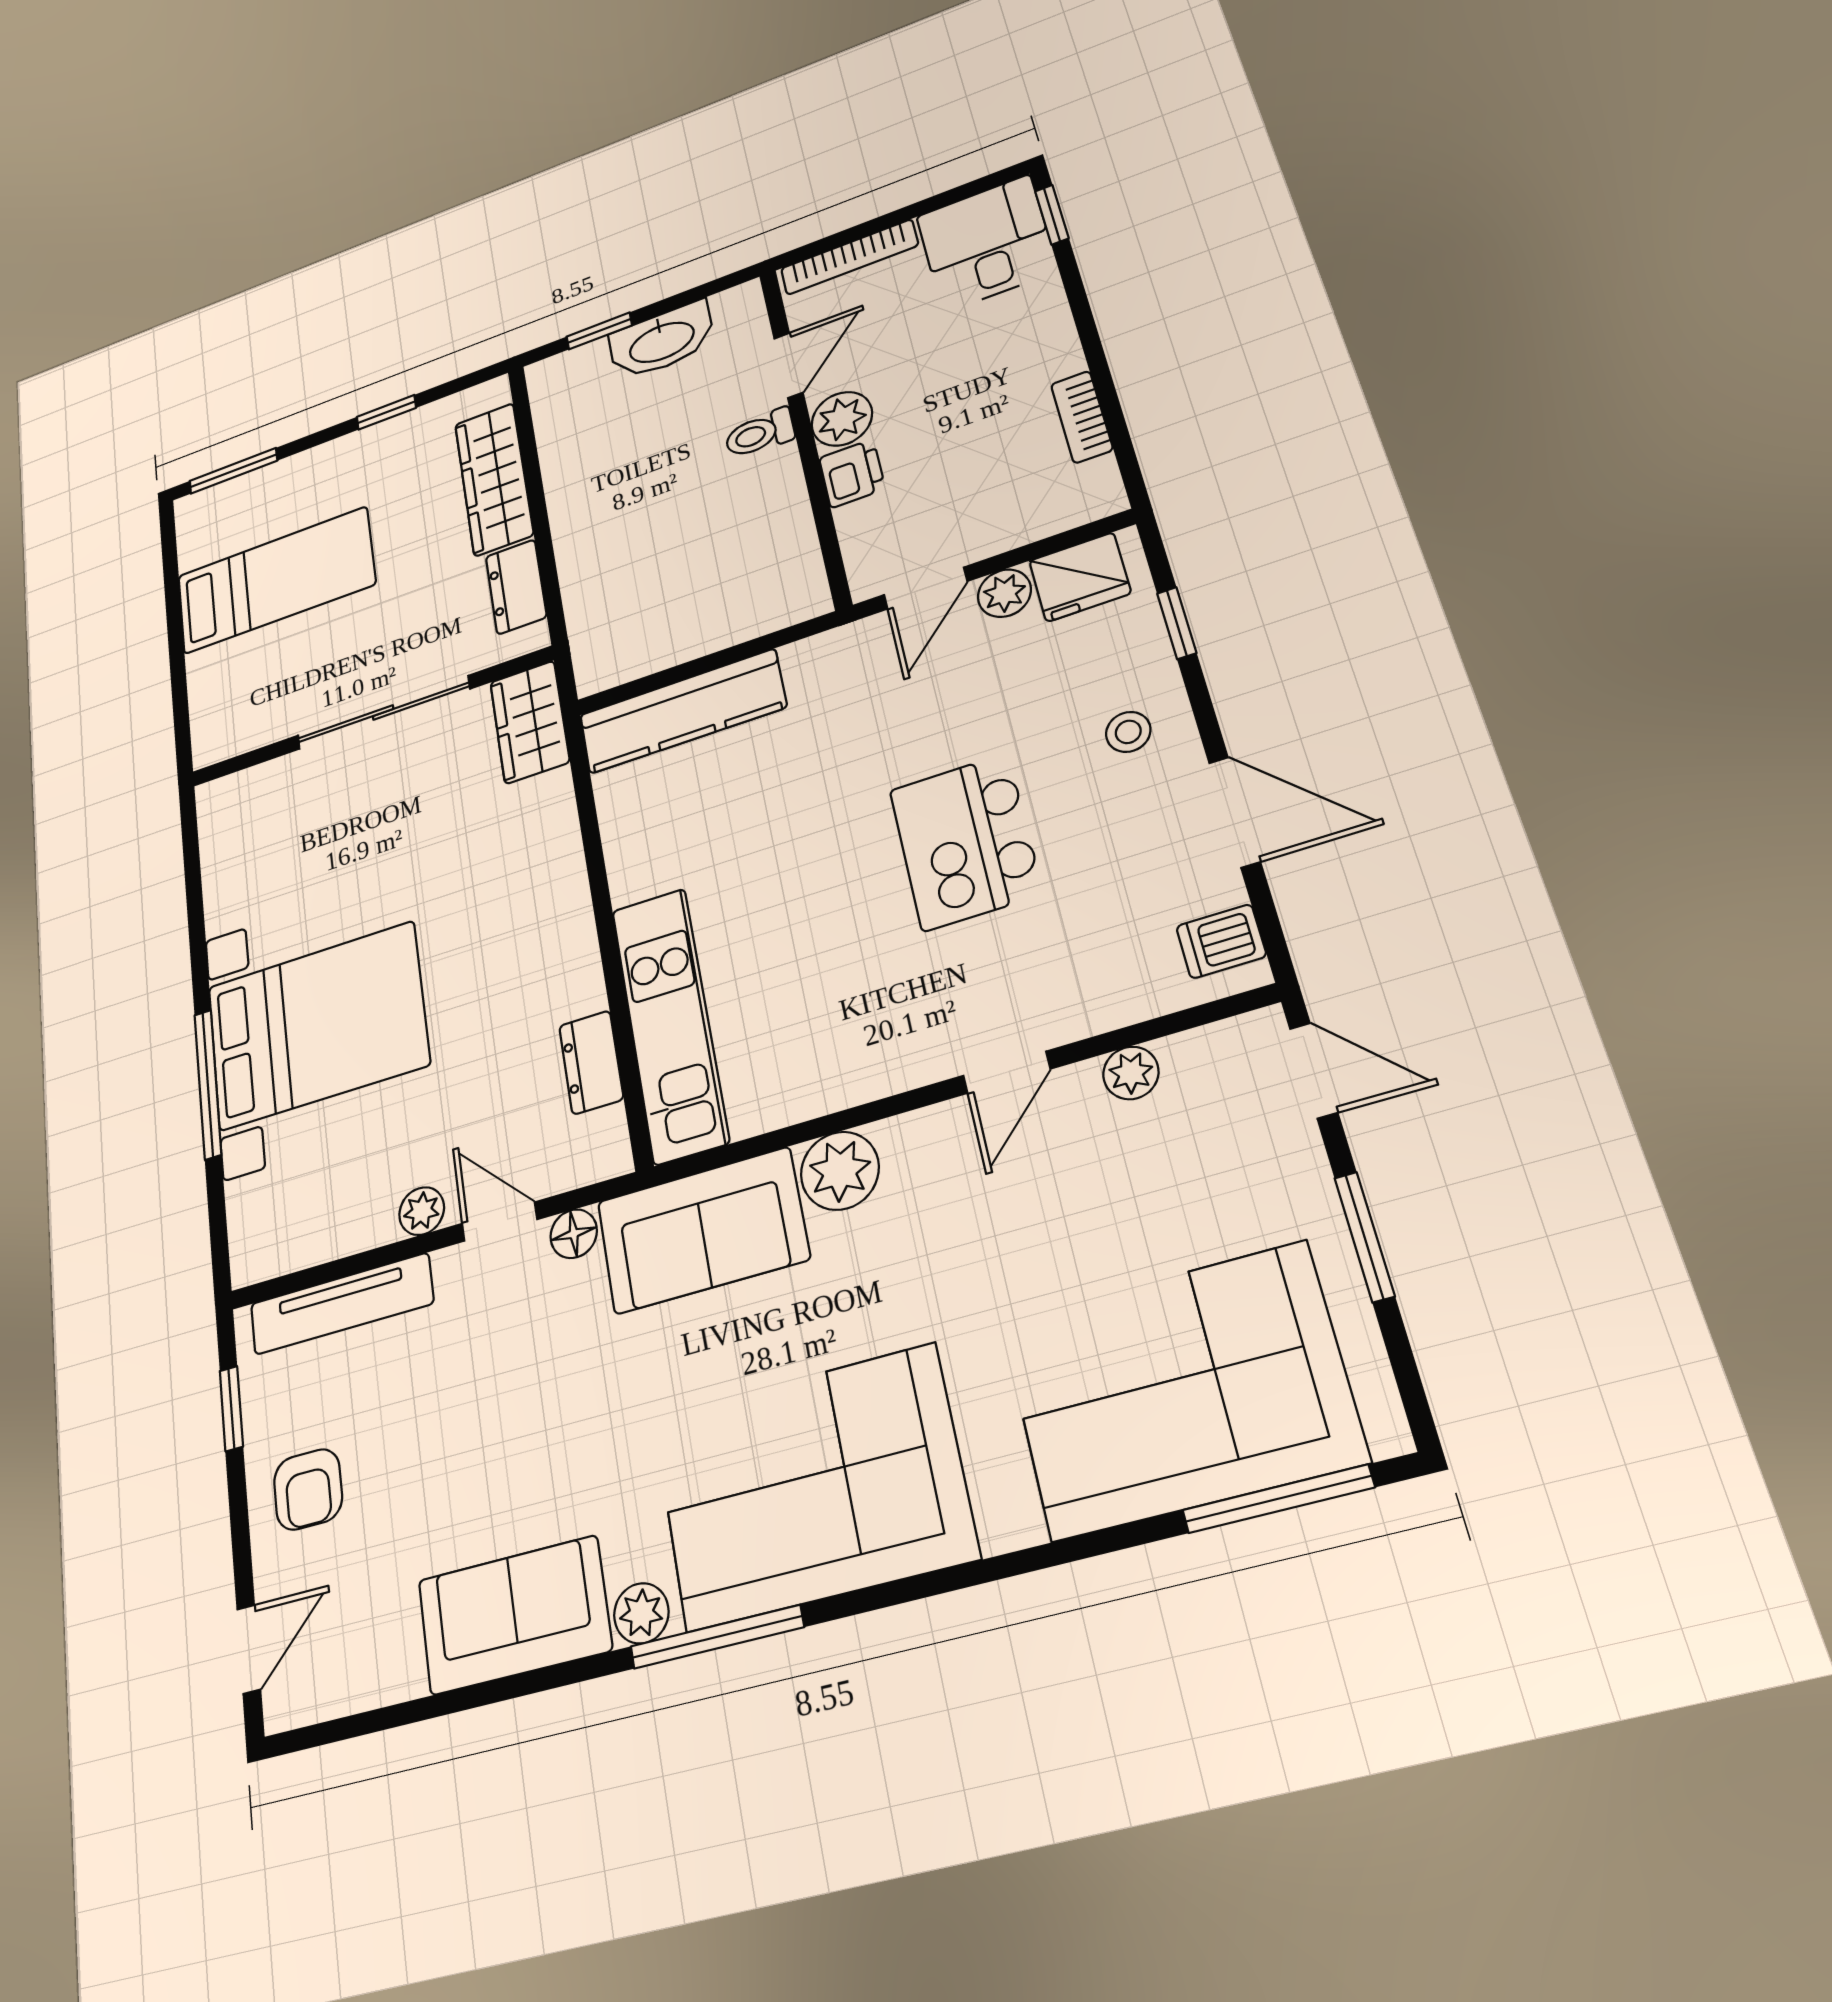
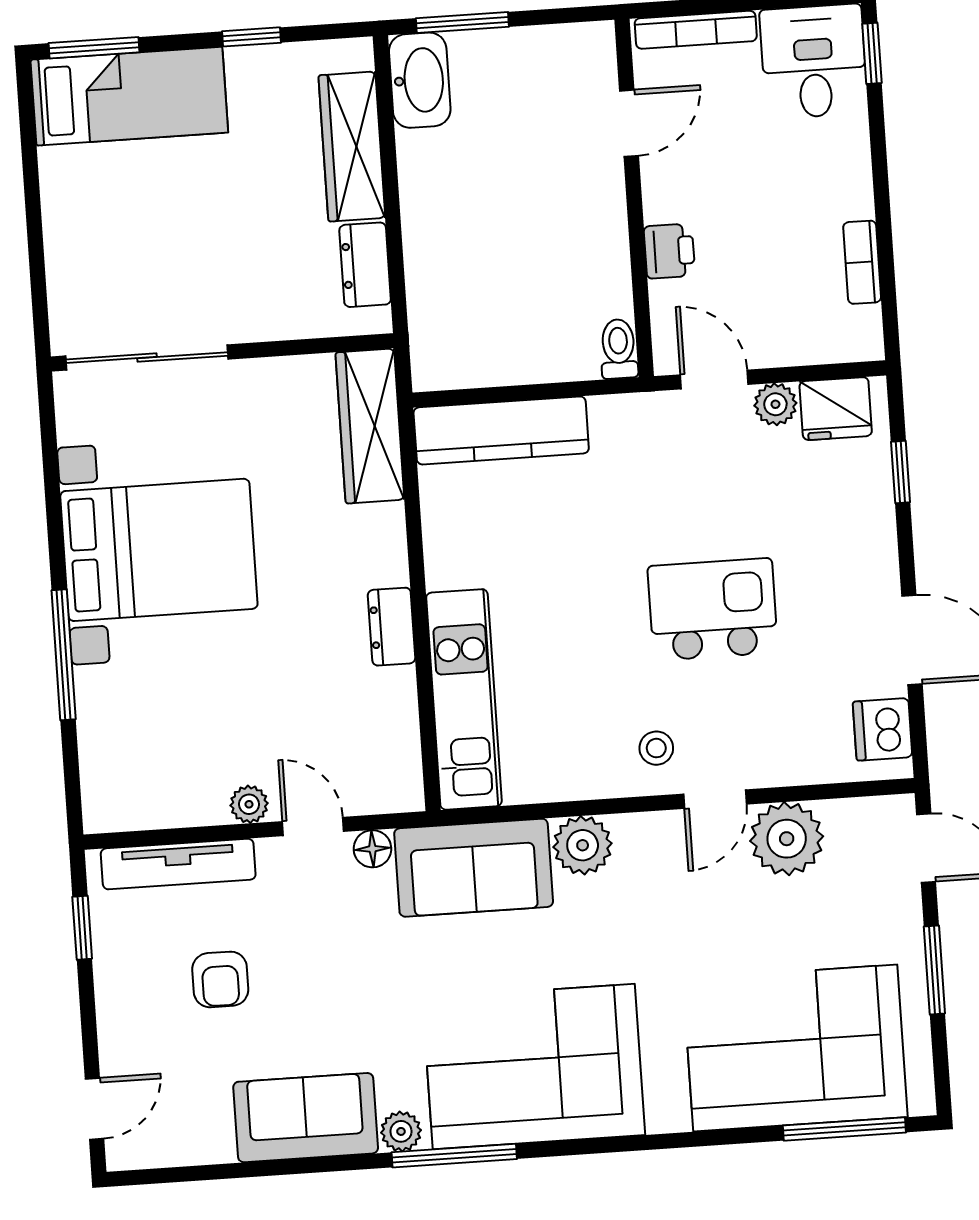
window: (599, 331) -> (462, 23), width x1.50
washbasin: (662, 341) -> (420, 80), moved, turned -90
plant: (842, 419) -> (668, 194), removed
toilet: (760, 433) -> (619, 349), moved, turned 90
bed: (276, 580) -> (129, 96), moved
door: (926, 588) -> (714, 380), swing flipped
sliding door: (383, 712) -> (147, 358), moved
wardrobe: (530, 722) -> (370, 426), width x1.50
stool: (1128, 732) -> (656, 748), moved
kitchen island: (965, 842) -> (713, 609), turned 90
dishwasher: (1221, 941) -> (883, 729), width x1.38
bed with nightstands: (317, 1025) -> (159, 550), moved
dresser: (591, 1062) -> (392, 627), moved
plant: (1131, 1073) -> (787, 839), width x1.87, depth x1.87
armchair: (308, 1489) -> (220, 979), moved

